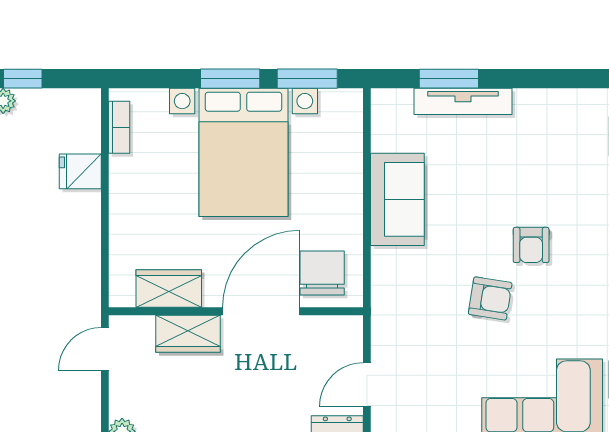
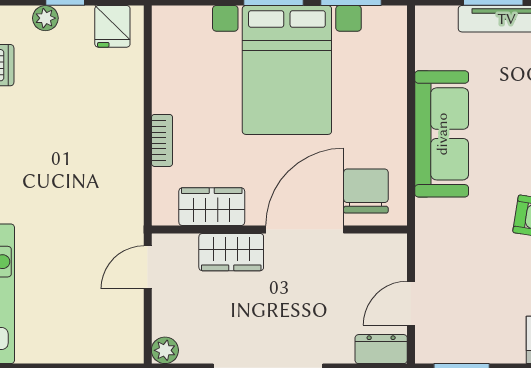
bookcase: (119, 127) -> (162, 140), moved
fridge: (80, 171) -> (112, 26), moved, turned -90
sofa: (397, 199) -> (442, 134), width x1.36

